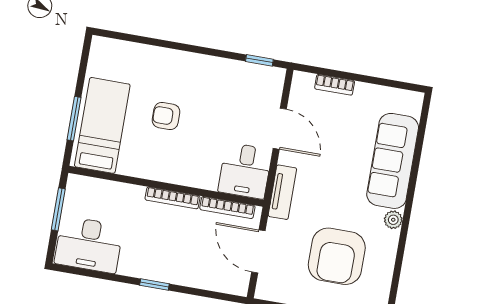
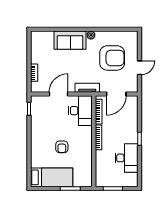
bed: (102, 125) -> (52, 177), moved, turned 180
sofa: (393, 161) -> (70, 40), width x0.73
desk: (245, 171) -> (80, 111), width x1.37
desk: (89, 245) -> (126, 158), moved

